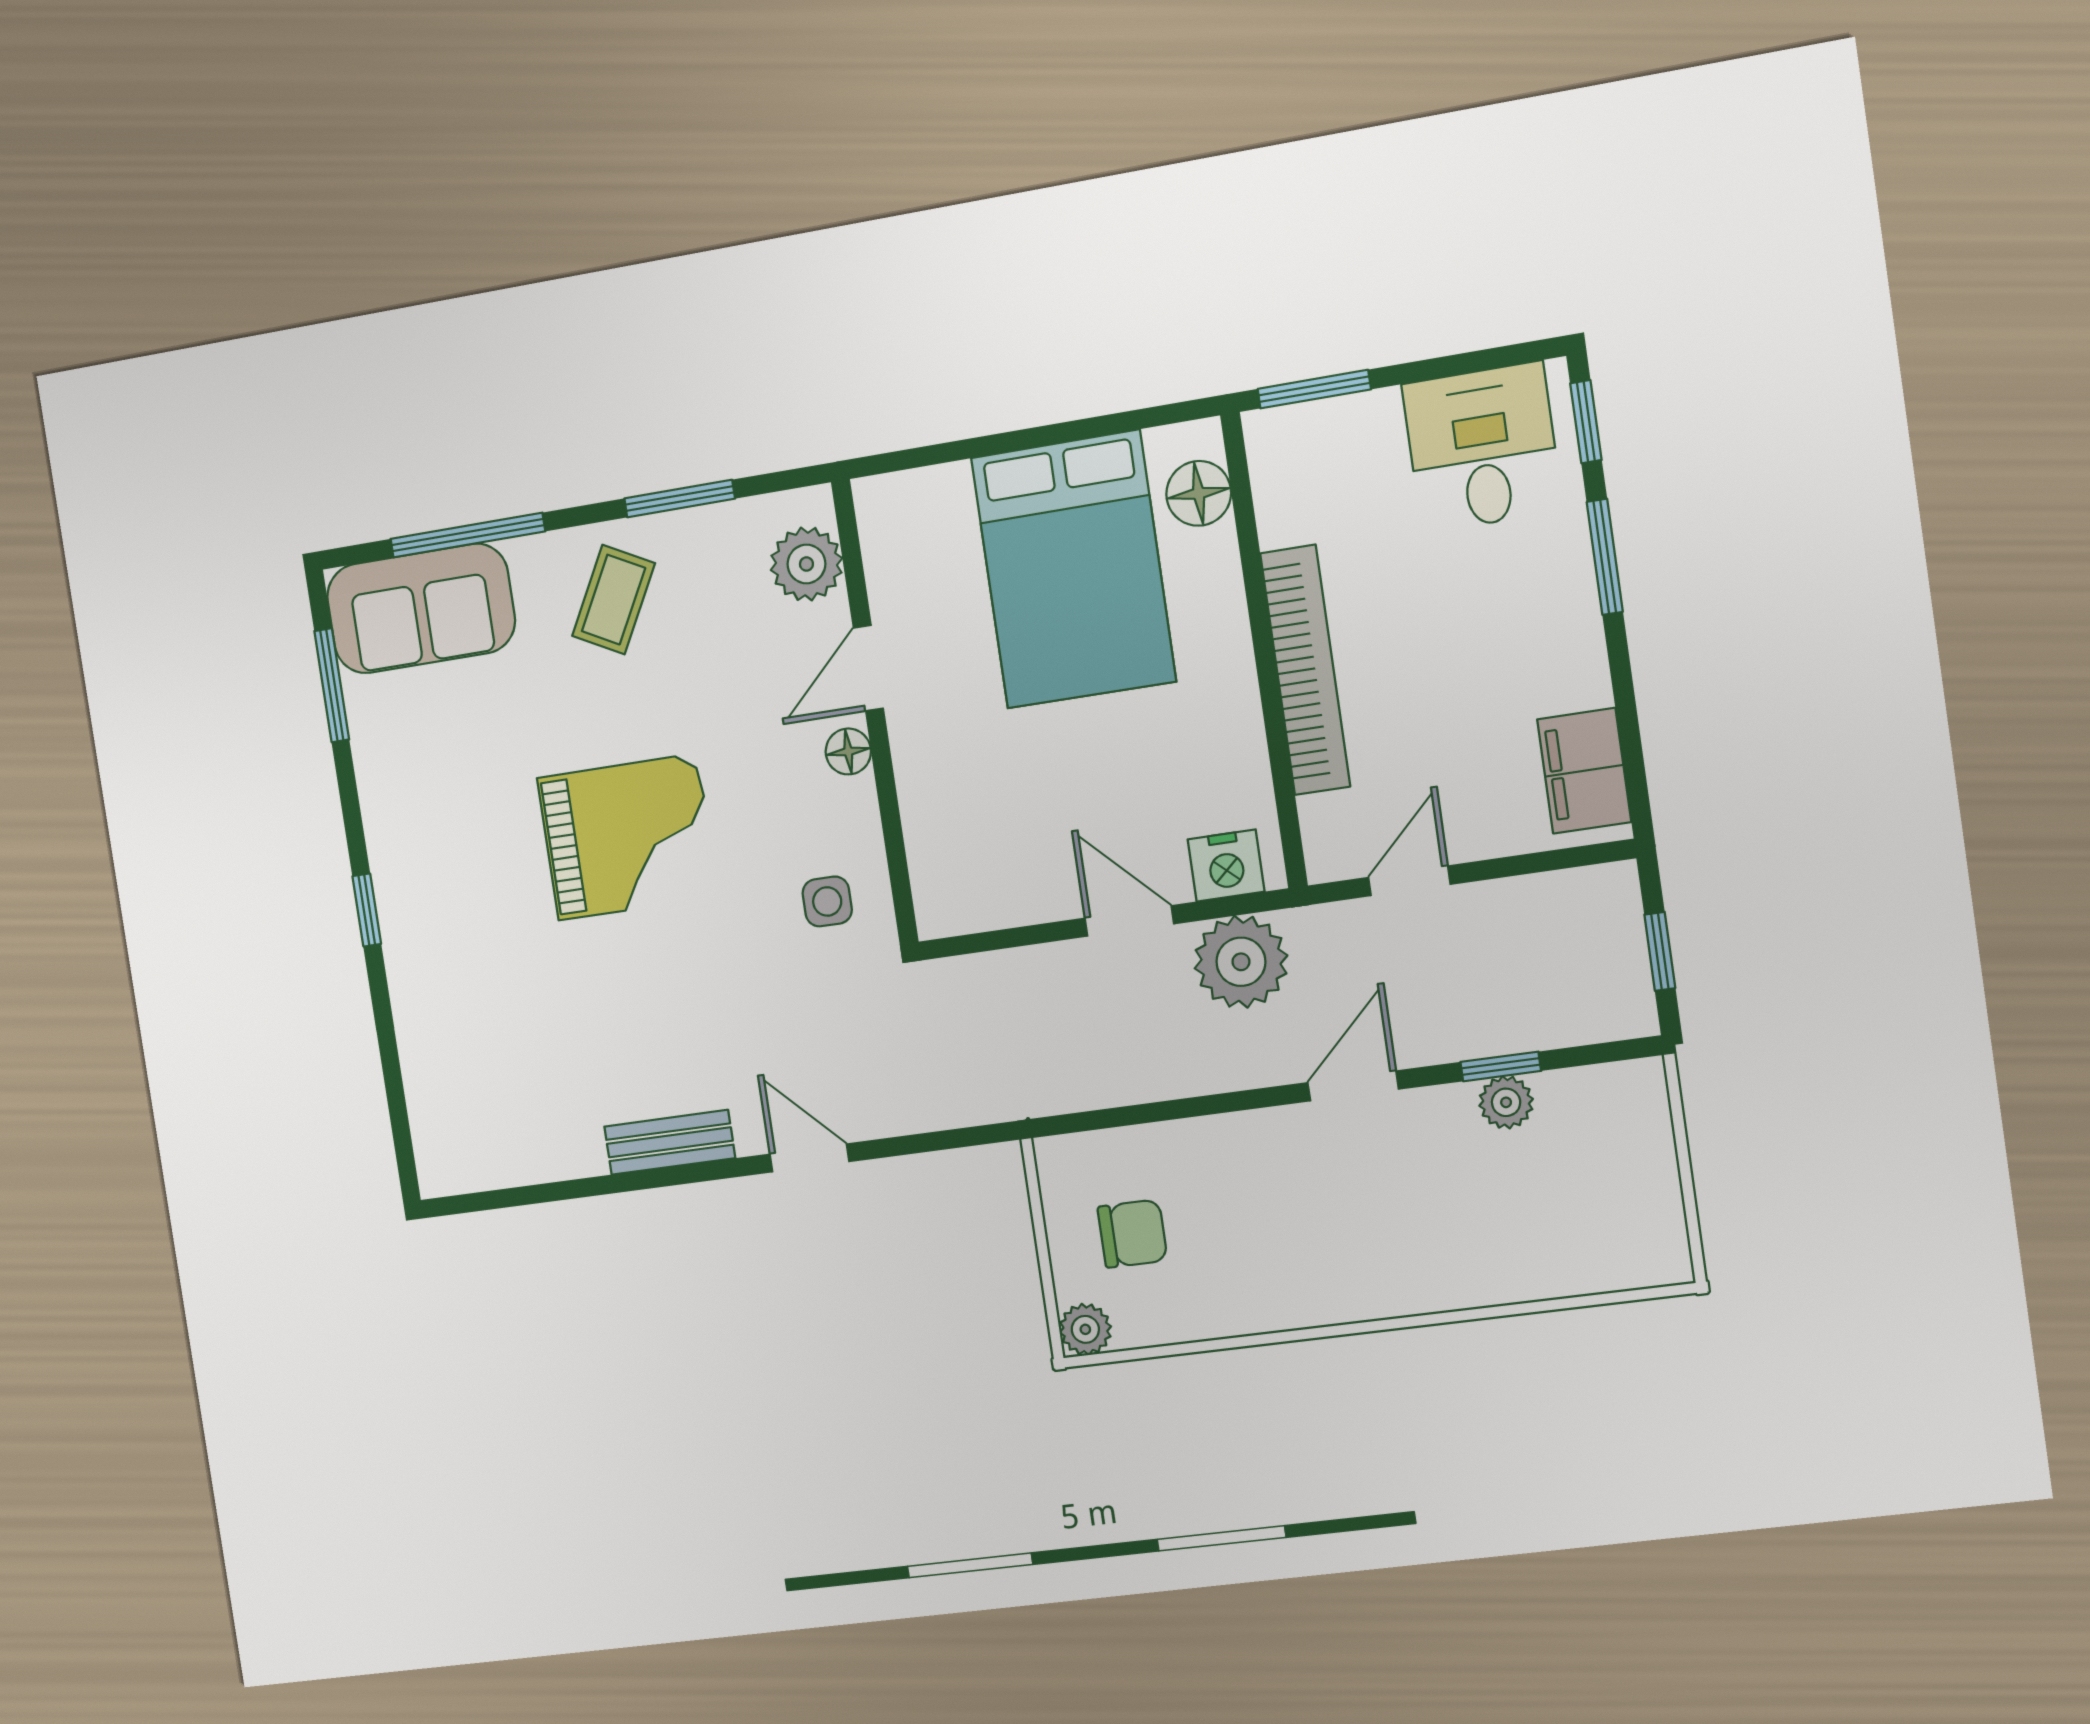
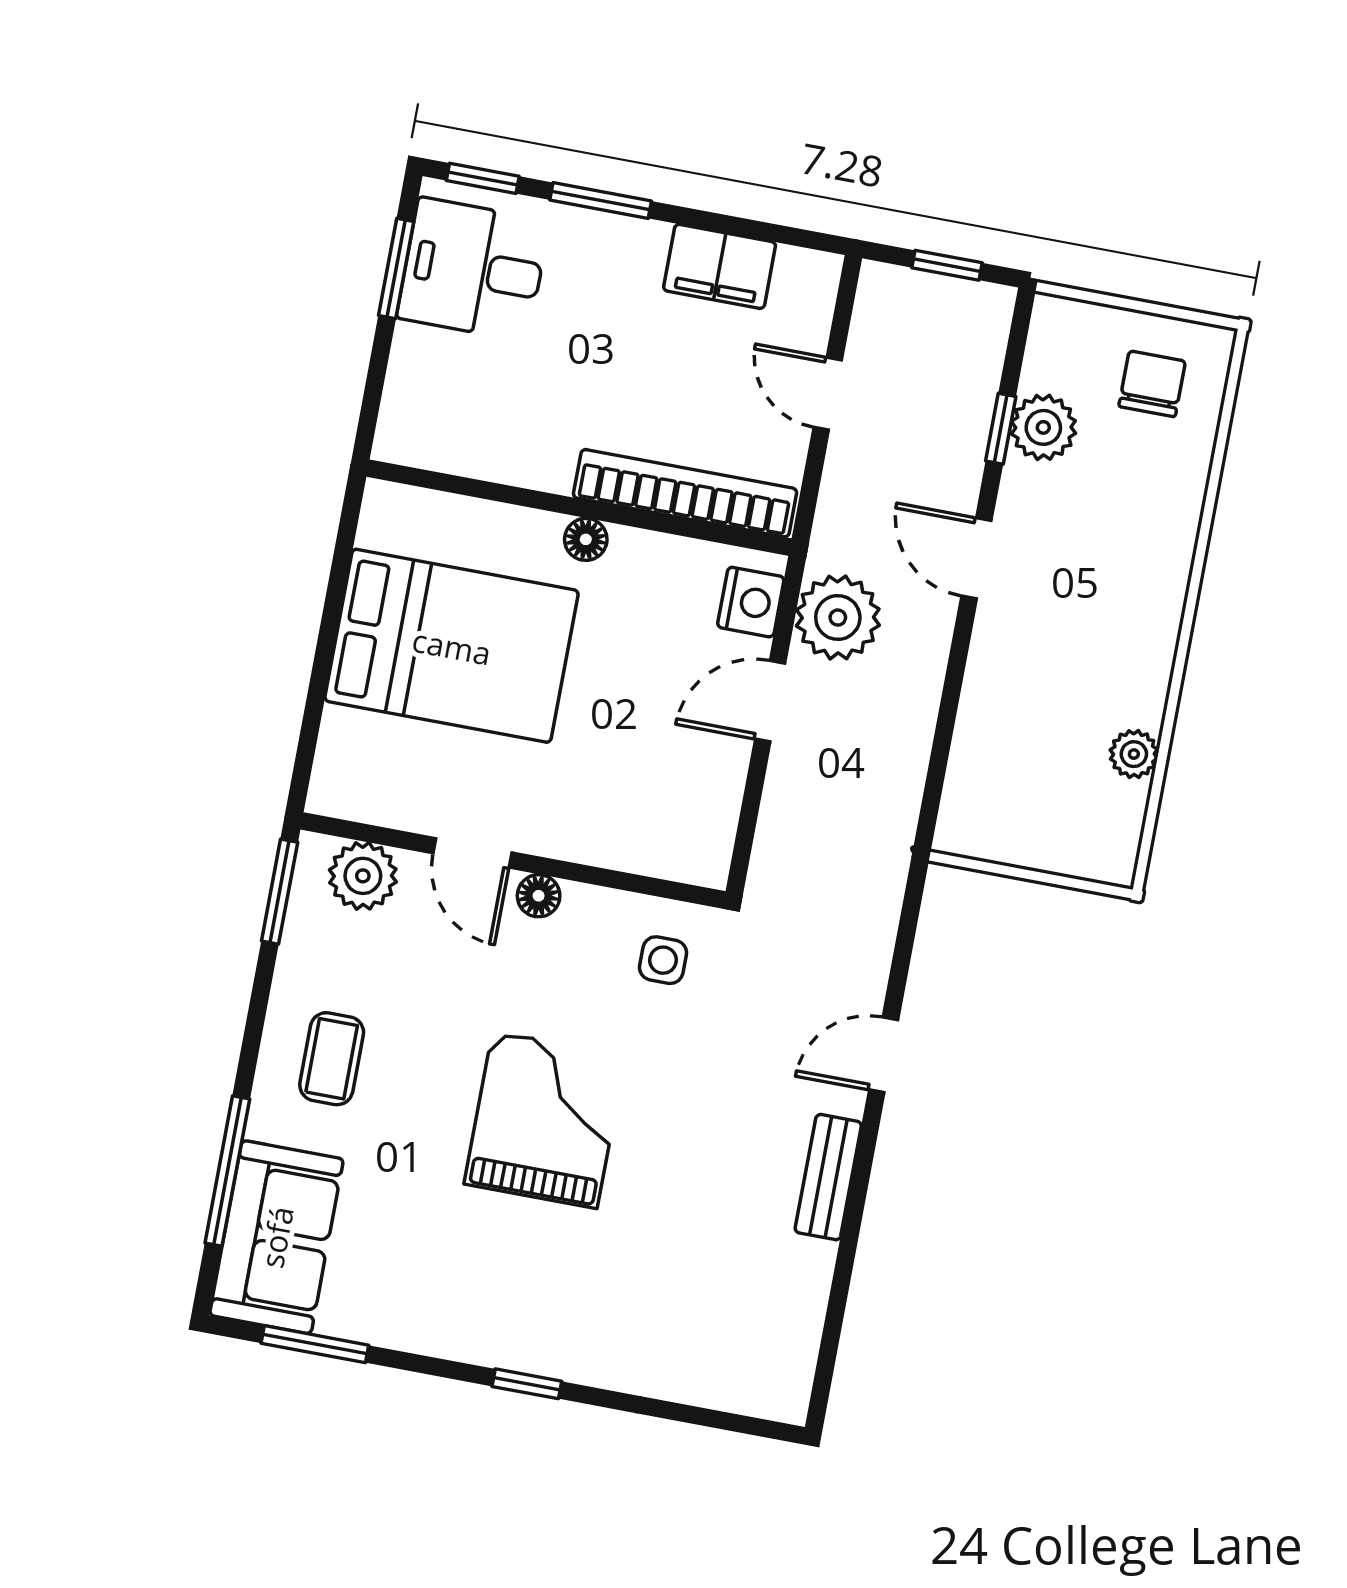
window: (1314, 389) -> (396, 268), moved
floor lamp: (1199, 493) -> (586, 539), moved, width x0.73, depth x0.73
window: (680, 499) -> (280, 892), moved
coffee table: (613, 600) -> (332, 1059), turned 62
bookcase: (1305, 670) -> (685, 493), moved
filing cabinet: (1584, 771) -> (720, 266), moved
door: (1409, 881) -> (828, 394), moved
plant: (1506, 1102) -> (1043, 427), width x1.38, depth x1.38
chair: (1132, 1234) -> (1152, 384), moved
plant: (1085, 1329) -> (1134, 754), moved

